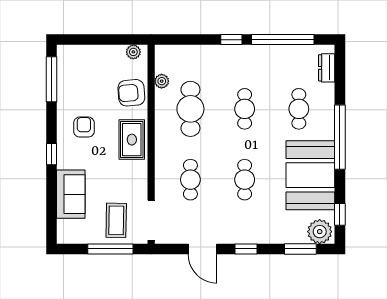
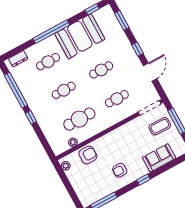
armchair: (131, 93) -> (88, 155), turned -85
rug: (132, 140) -> (113, 141), removed
plant: (320, 232) -> (107, 15), removed

